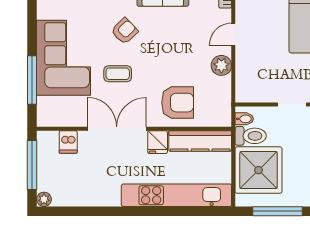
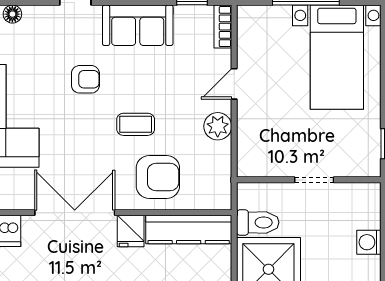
armchair: (125, 31) -> (85, 79), turned 44
coffee table: (118, 74) -> (136, 124), moved
bidet: (244, 119) -> (249, 199), removed

